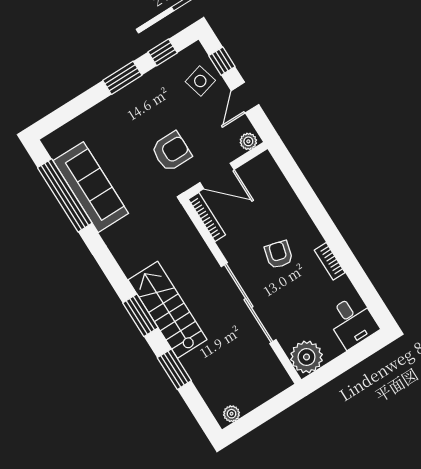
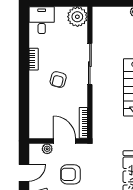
plant: (248, 141) -> (47, 149), moved
armchair: (171, 151) -> (71, 174), moved
sliding door: (249, 303) -> (90, 64), width x0.73

